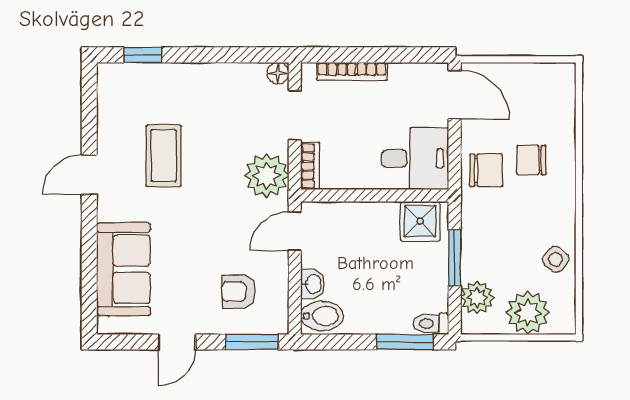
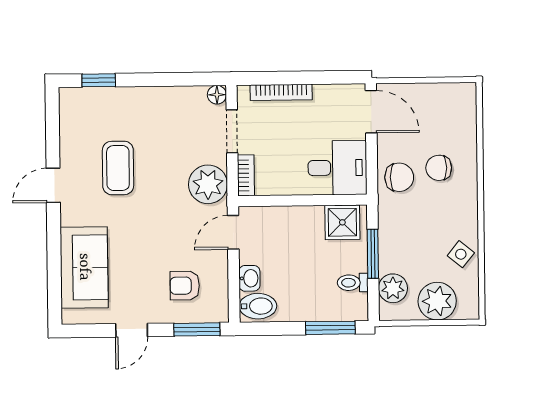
toilet: (431, 324) -> (353, 283), moved

